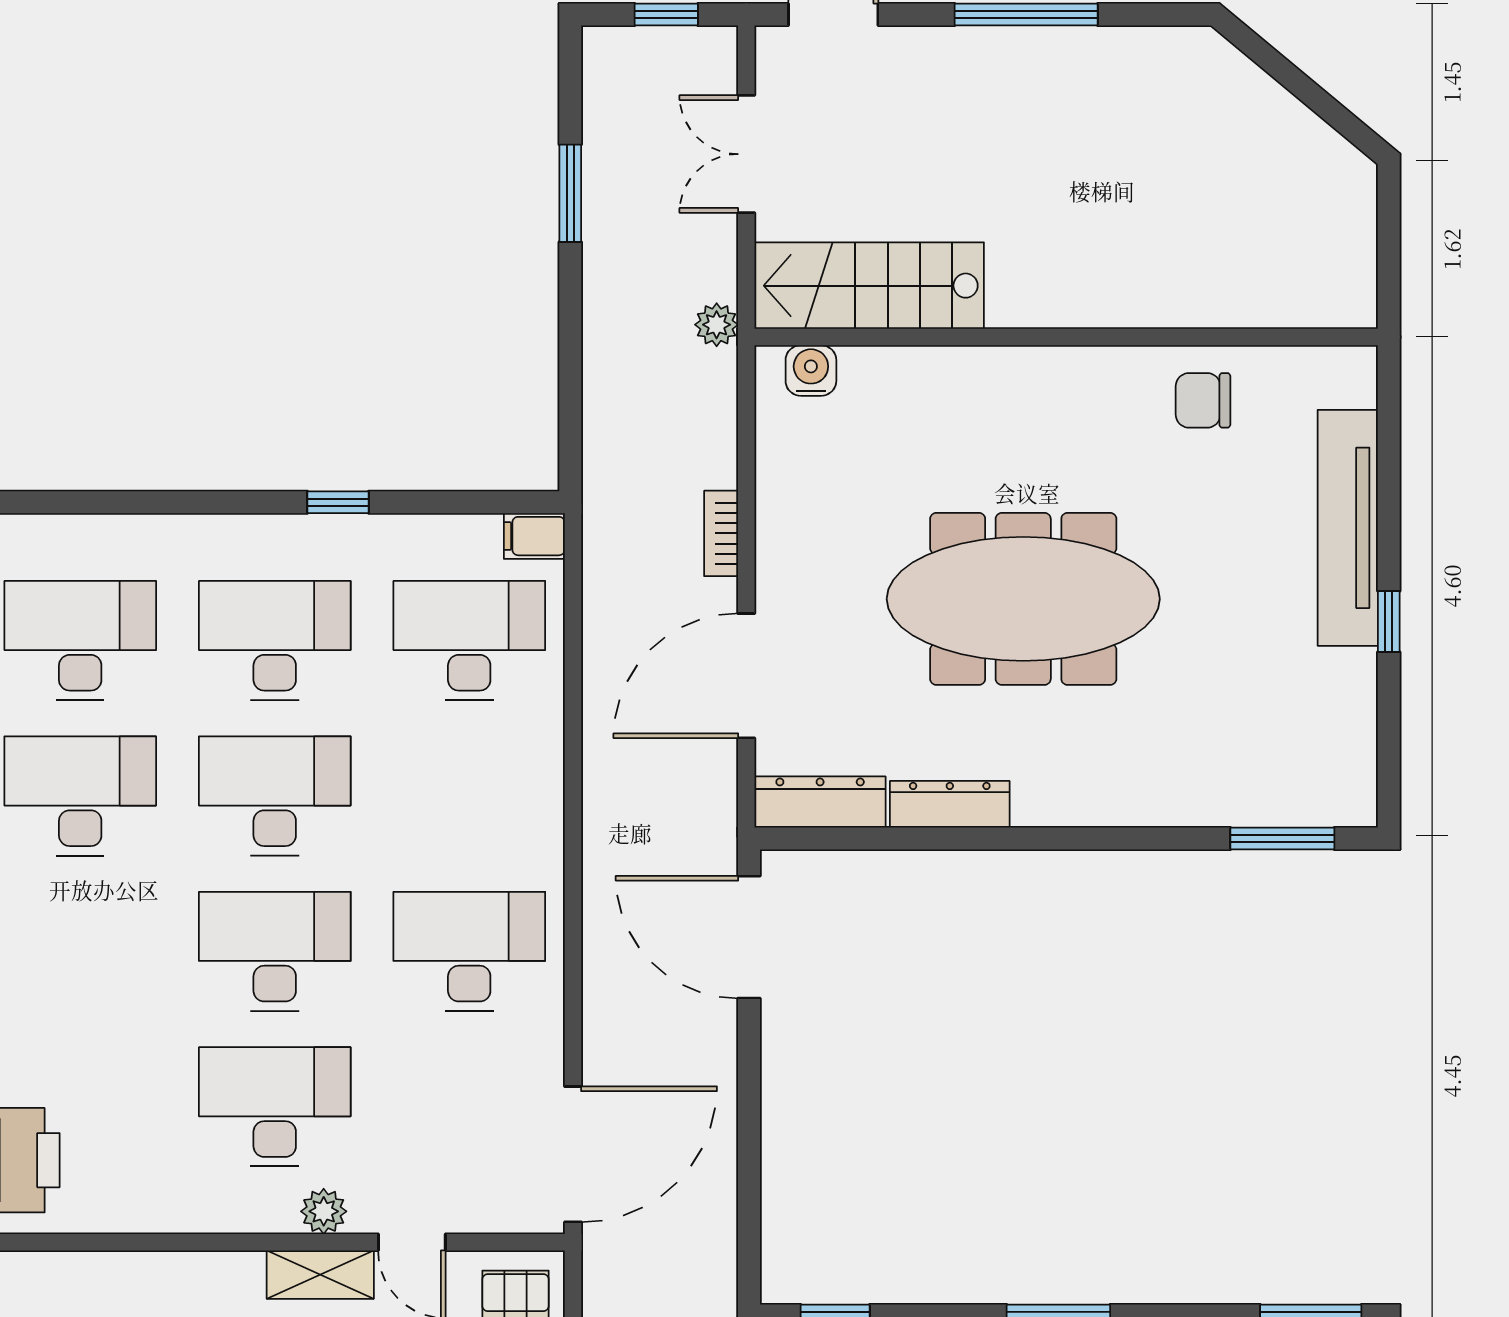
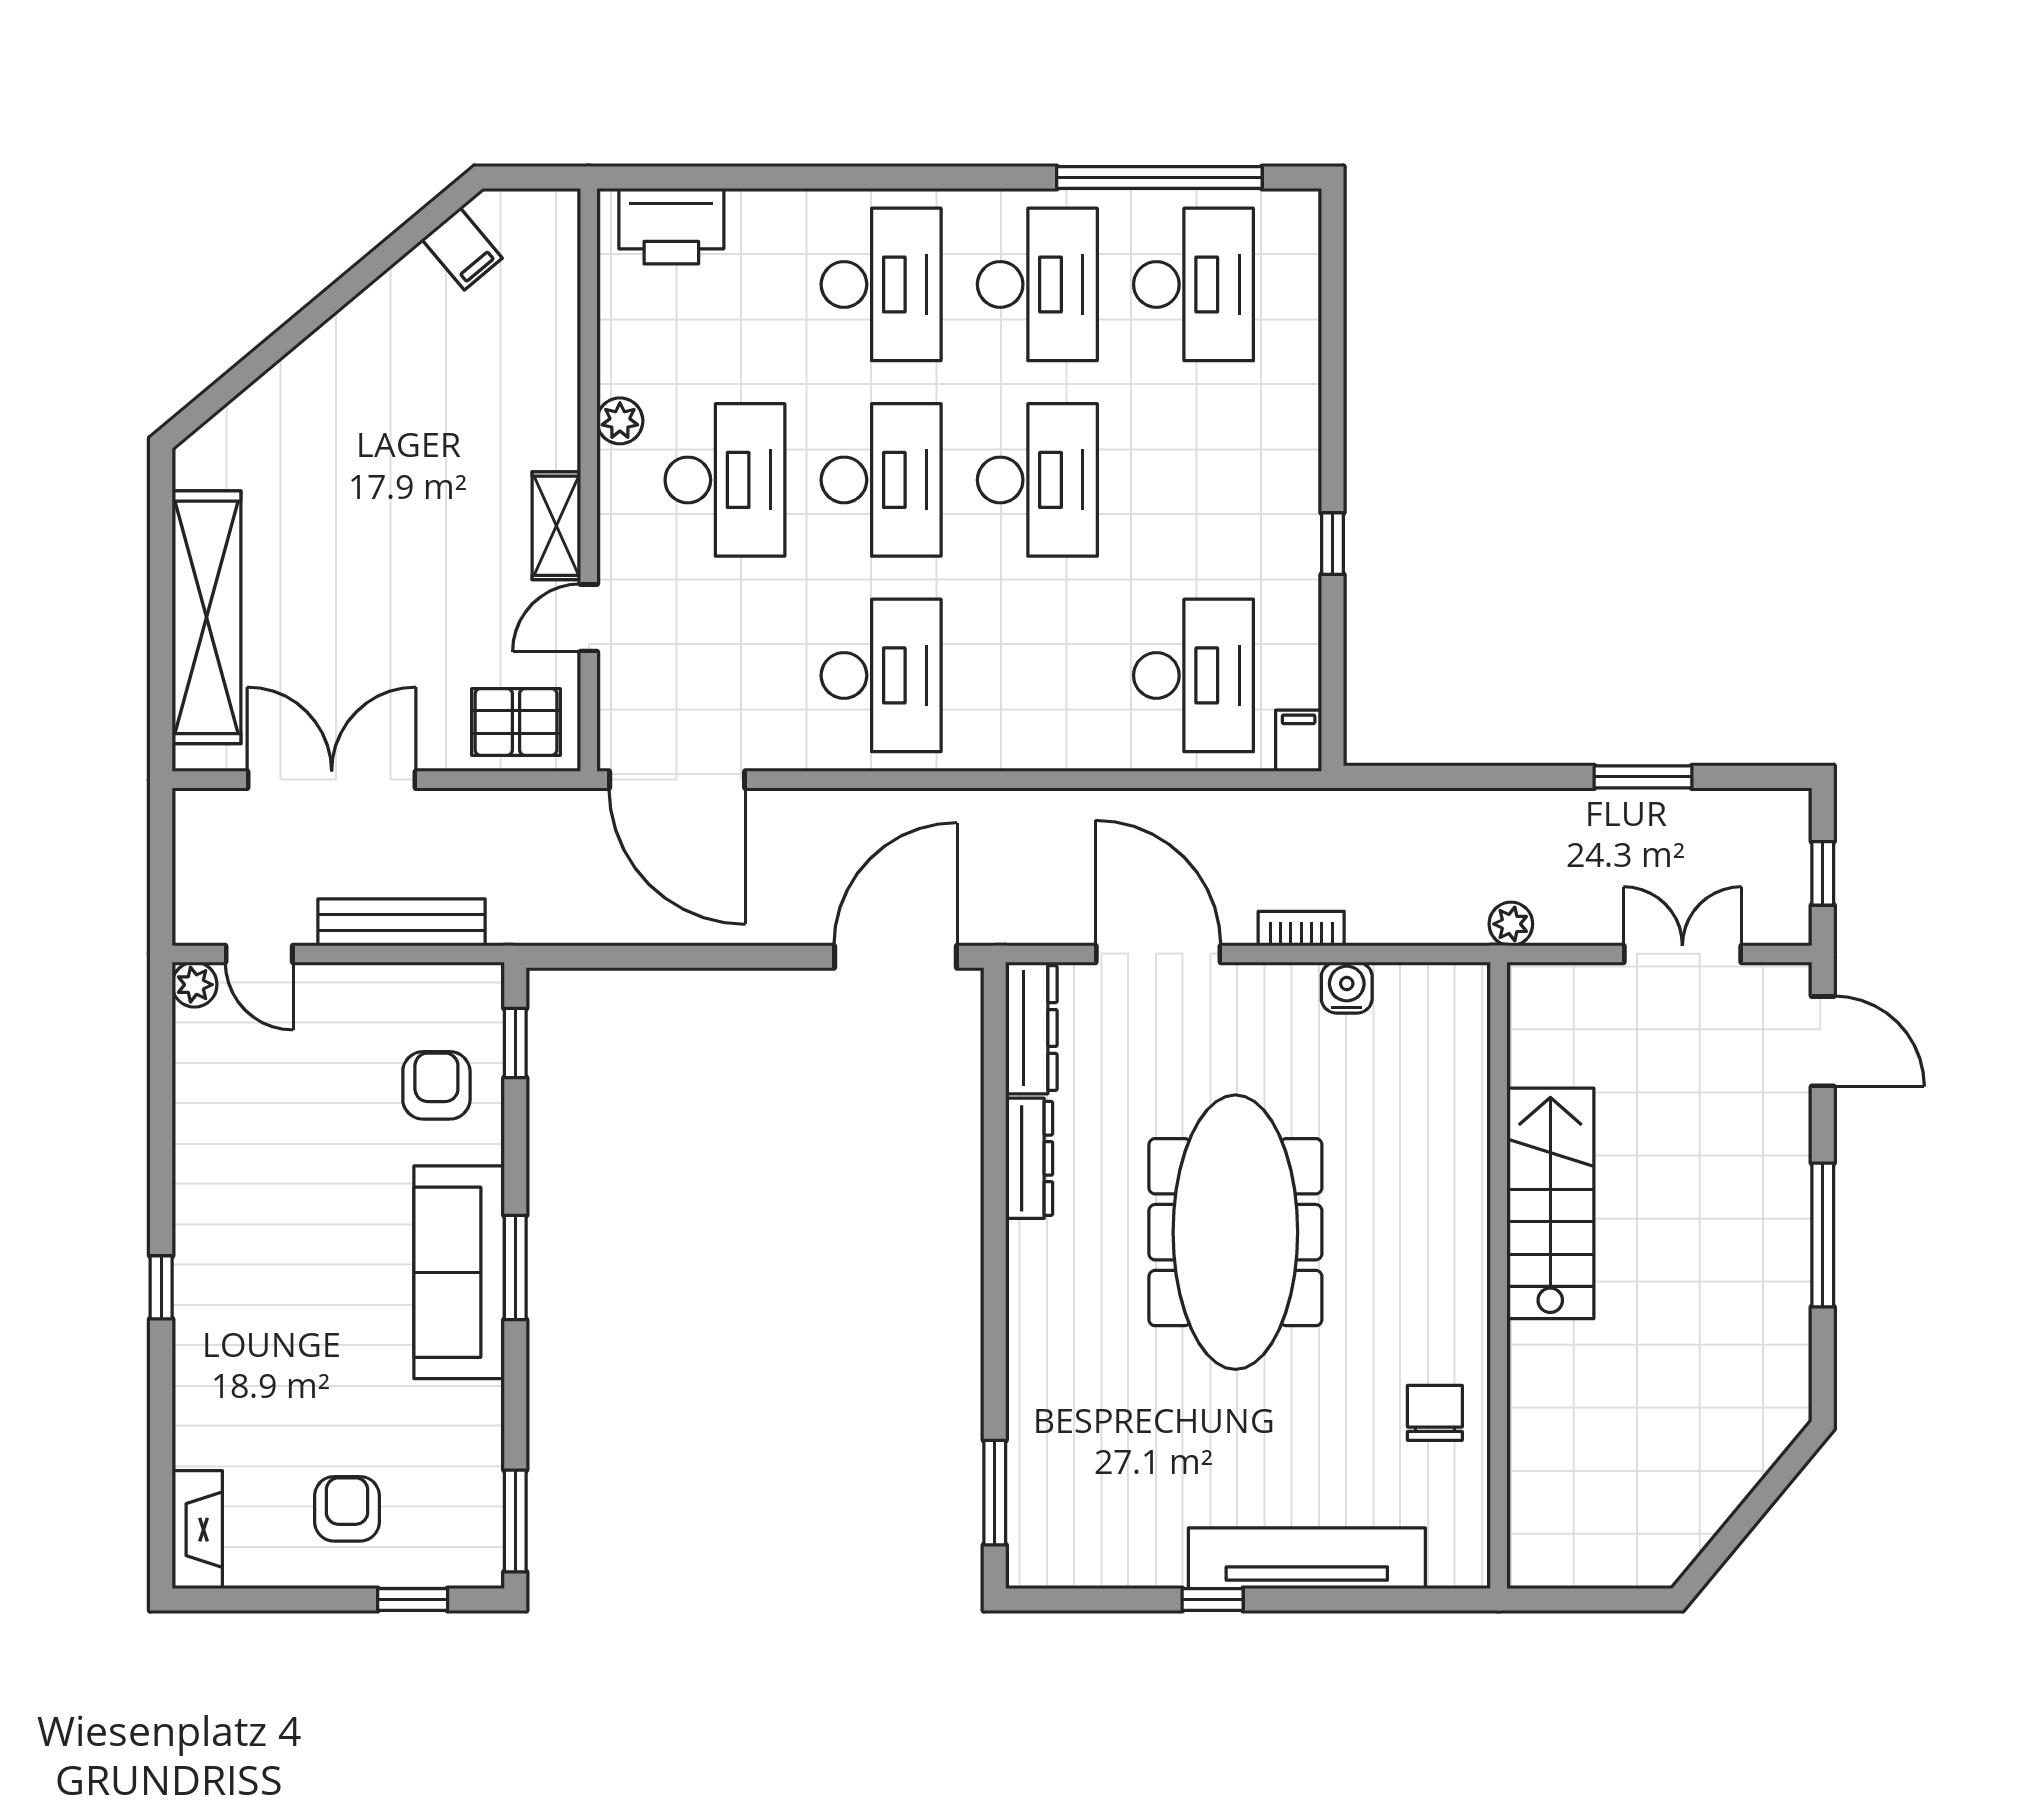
stairs: (869, 286) -> (1550, 1203), moved
water cooler: (811, 370) -> (1347, 988), moved, turned -90
desk: (275, 641) -> (881, 284), moved
plant: (324, 1211) -> (620, 421), moved

